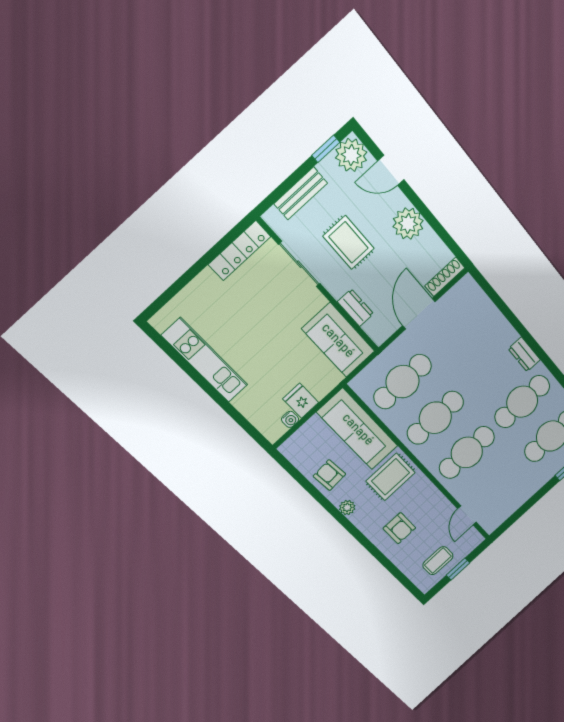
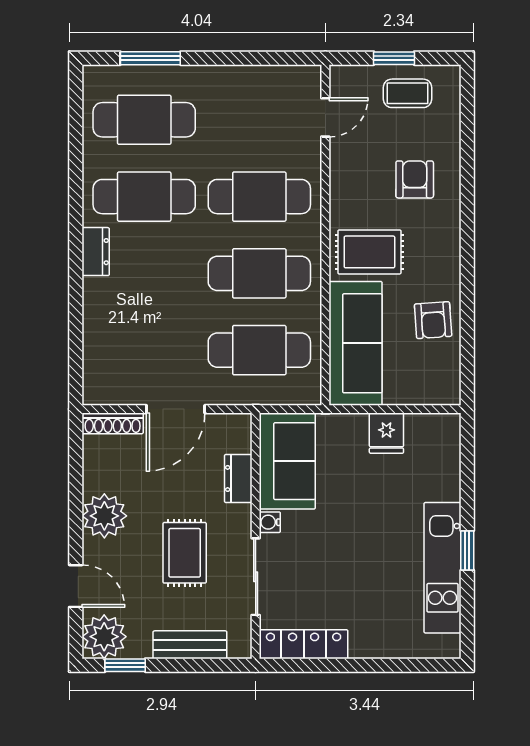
window: (201, 381) -> (467, 550), added
water cooler: (290, 419) -> (270, 522), moved, turned -90
plant: (347, 508) -> (449, 263), removed

